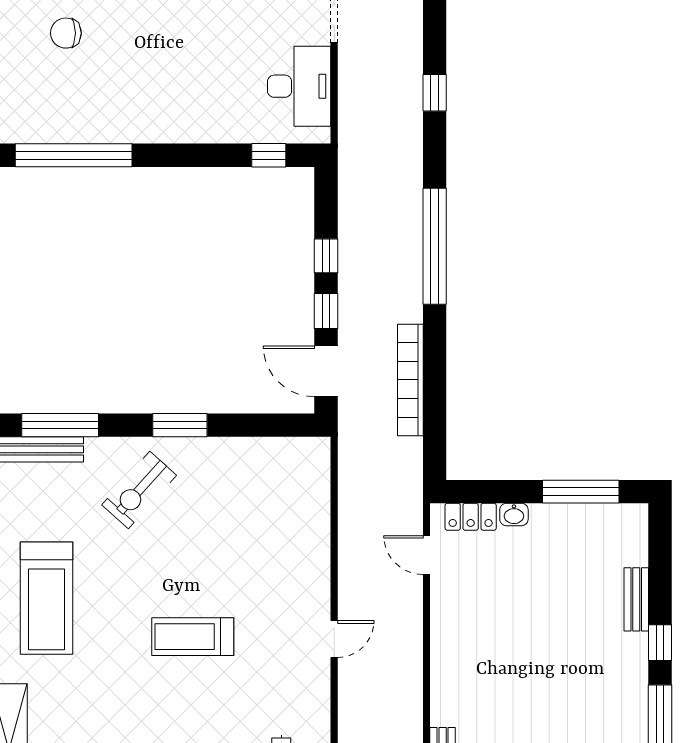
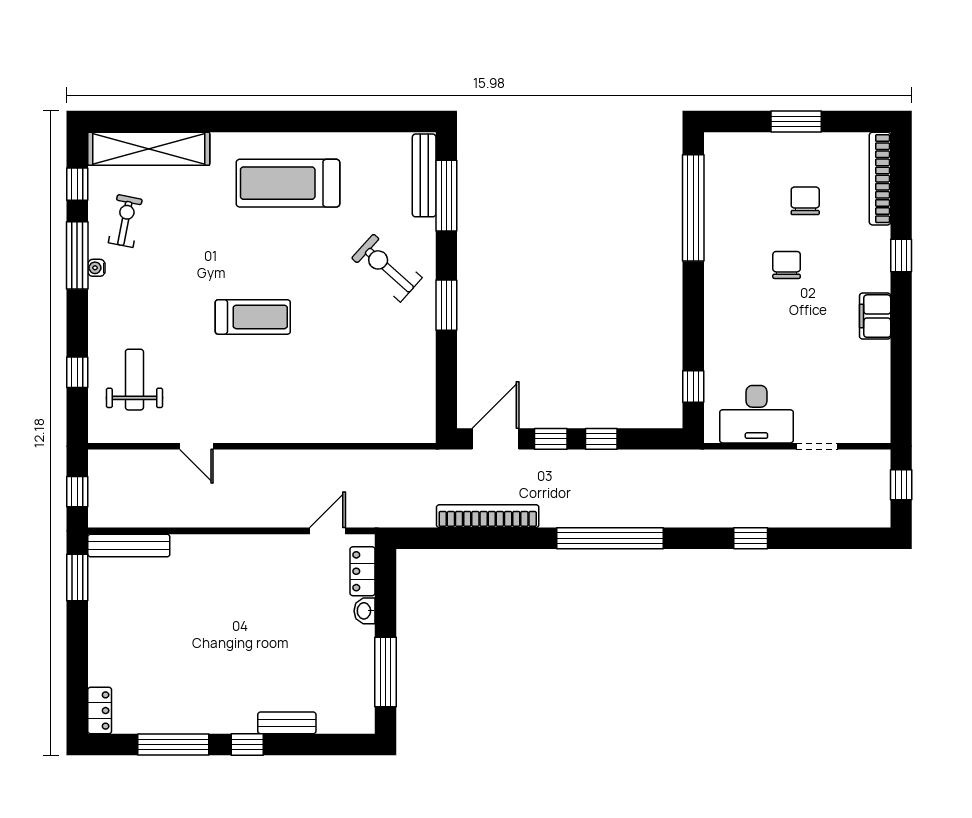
chair: (136, 53) -> (787, 265), added
treadmill: (193, 637) -> (253, 317), turned 90
door: (334, 639) -> (196, 446), moved

